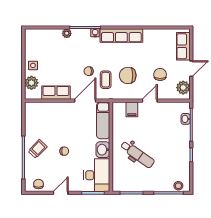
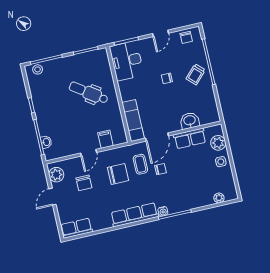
plant: (67, 33) -> (219, 198), moved
row of seats: (183, 46) -> (77, 228), moved, turned -90
washbasin: (103, 150) -> (190, 121), moved, turned -90

